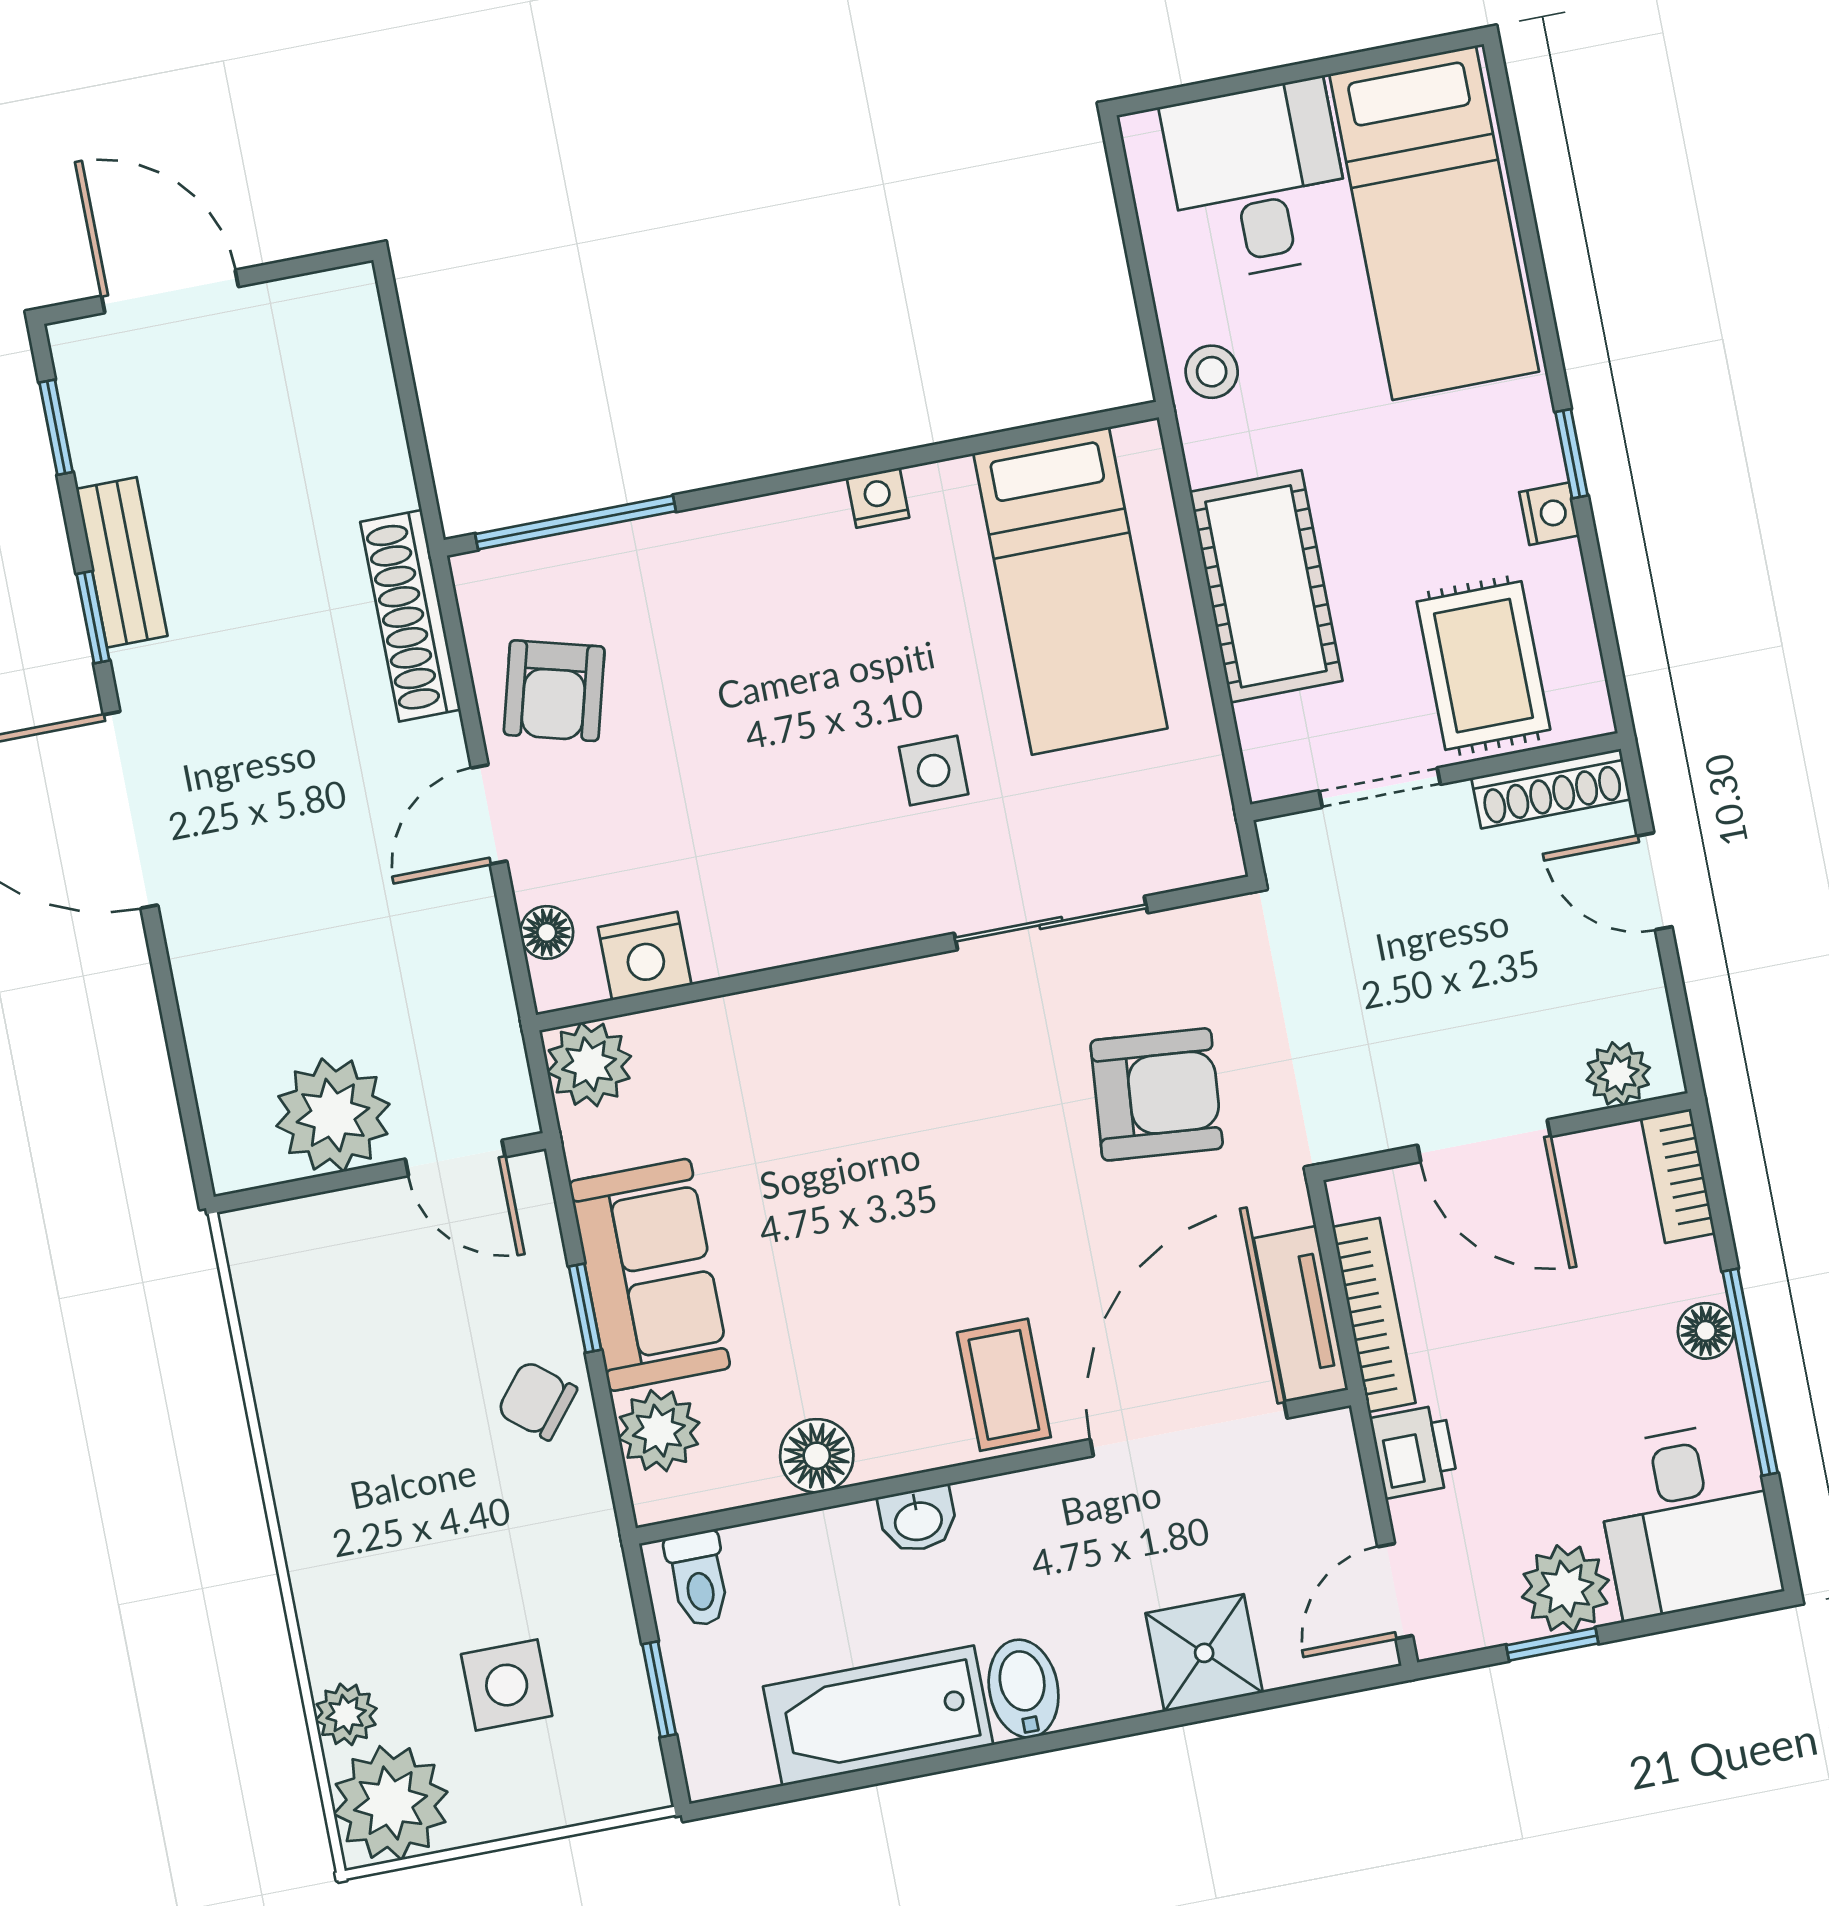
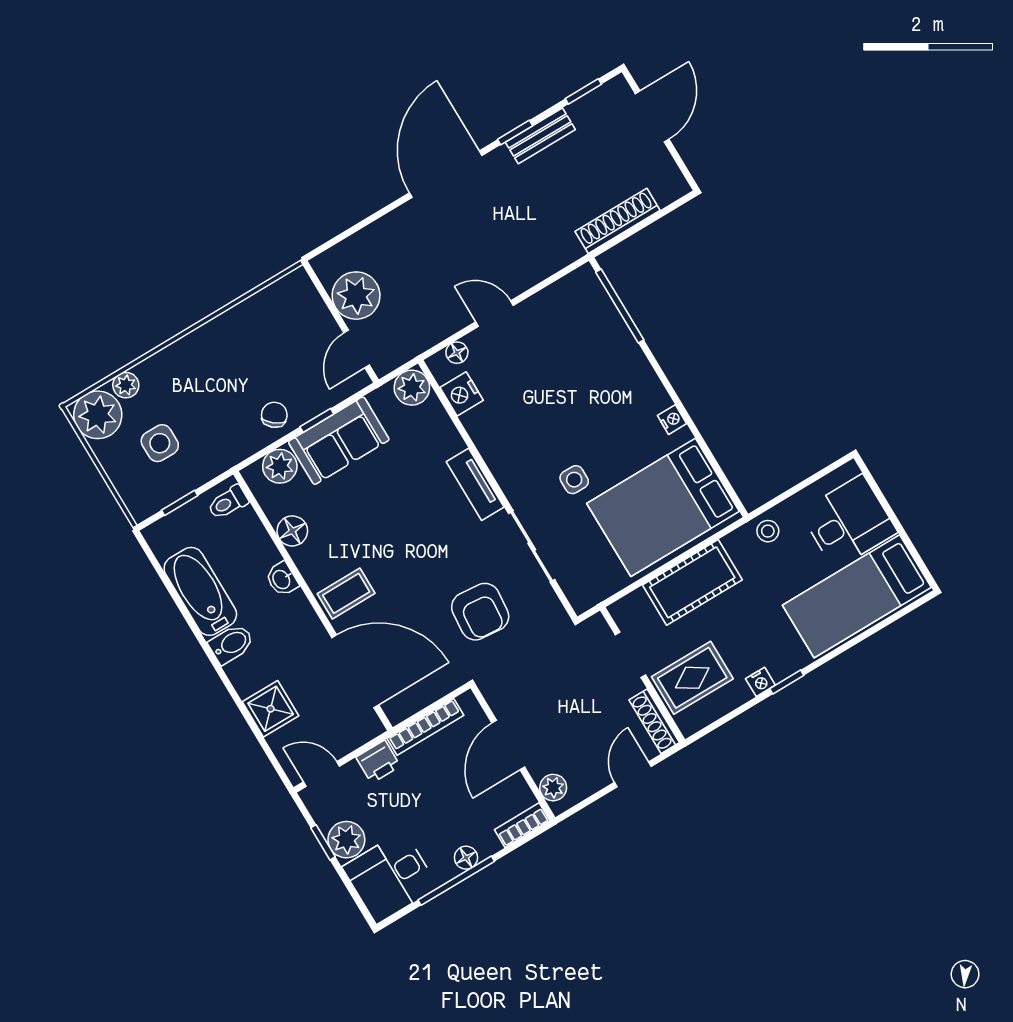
bed: (1070, 591) -> (663, 507), width x1.50
shoe rack: (410, 616) -> (618, 221), moved
armchair: (554, 691) -> (552, 321), removed
tv unit: (1301, 1314) -> (475, 484), moved, turned -90

